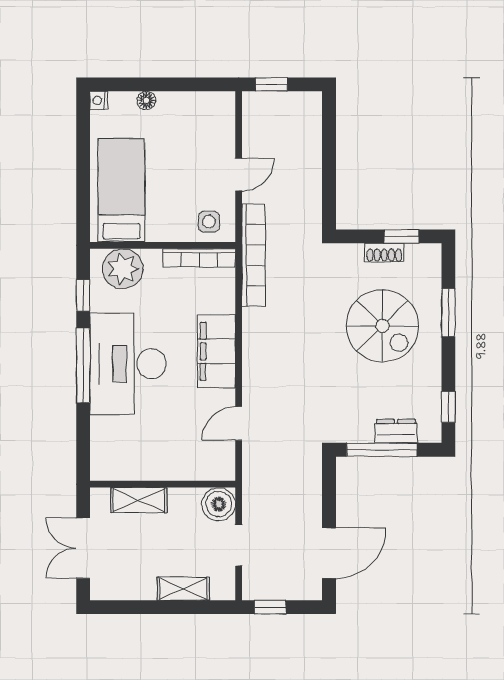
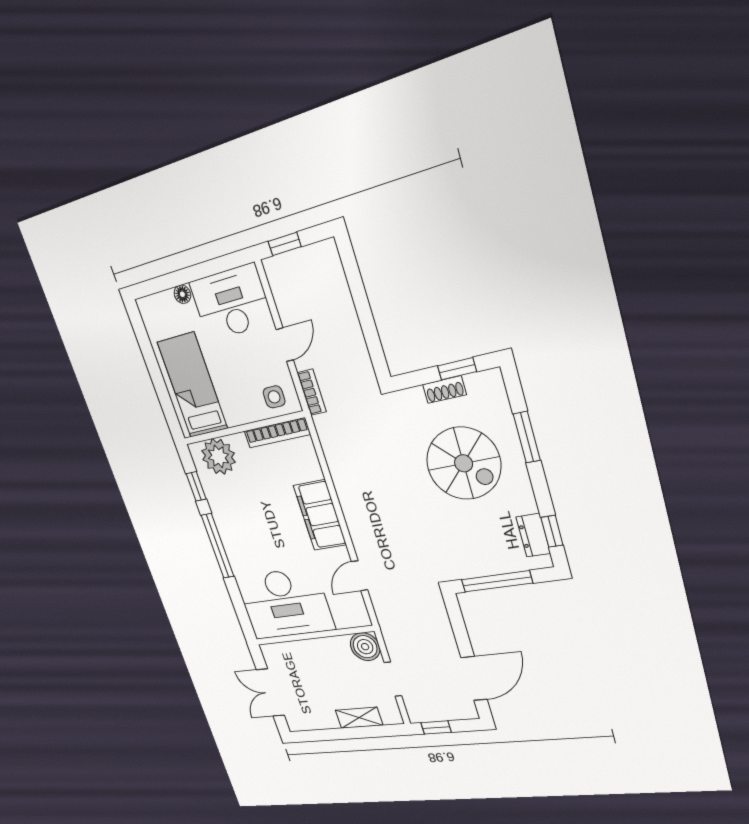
nightstand: (99, 100) -> (145, 306), removed
desk: (197, 122) -> (231, 303), added
bookcase: (254, 255) -> (312, 392), width x0.43, depth x0.76
desk: (128, 364) -> (285, 604), moved, turned -90
dresser: (396, 431) -> (533, 535), moved, turned -90
shelving: (139, 500) -> (300, 650), removed

